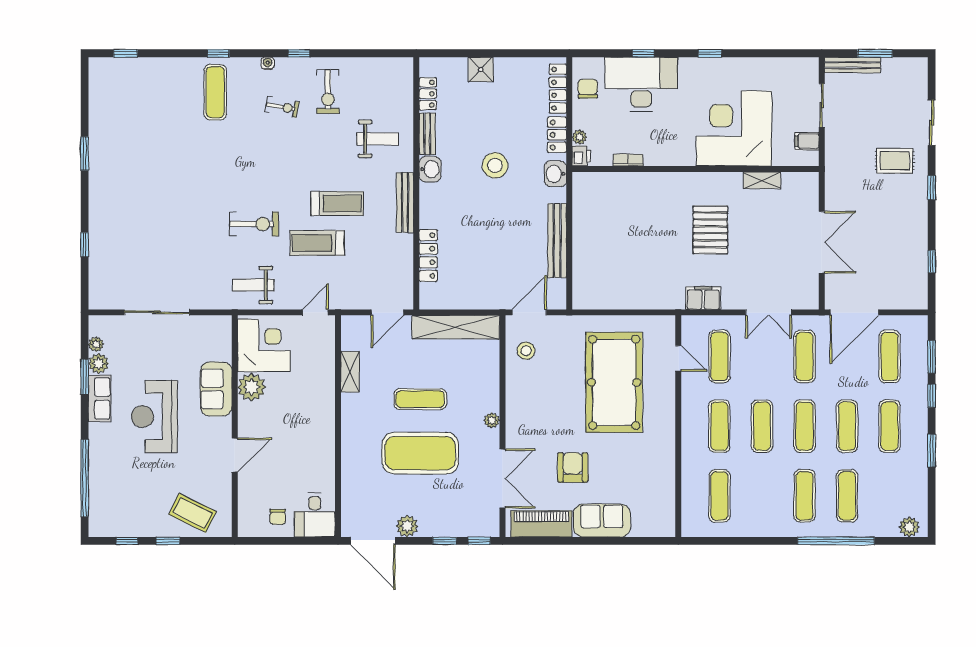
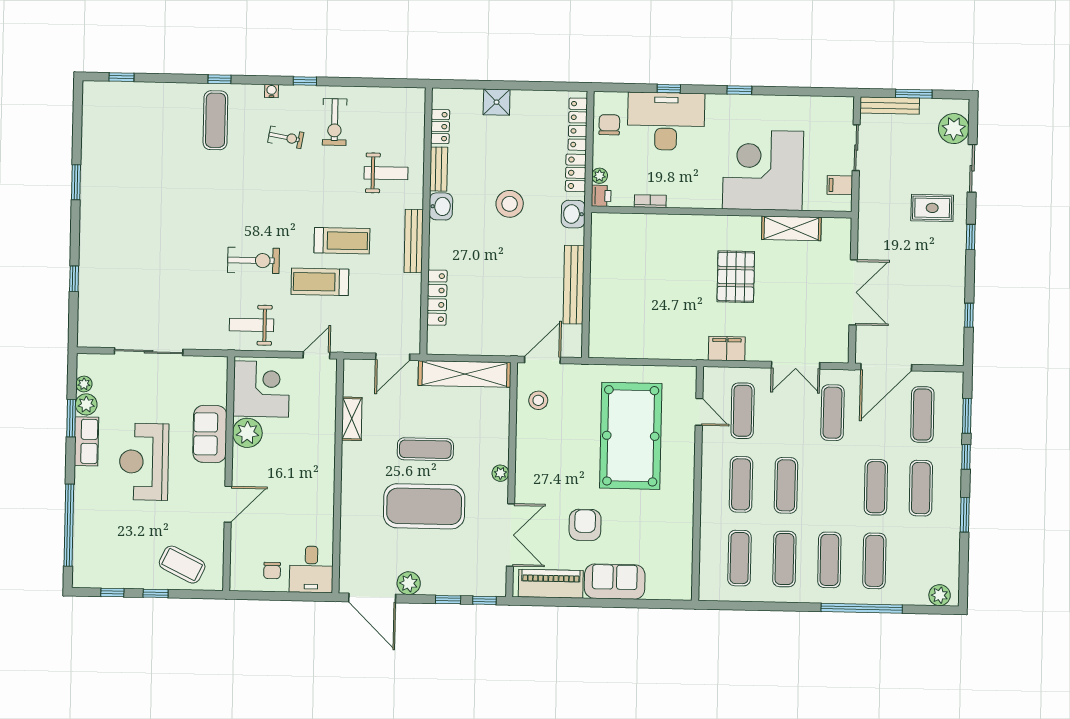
plant: (914, 85) -> (954, 129), added
shelving: (762, 180) -> (791, 228), width x1.50, depth x1.33
exercise mat: (804, 426) -> (784, 559), moved

